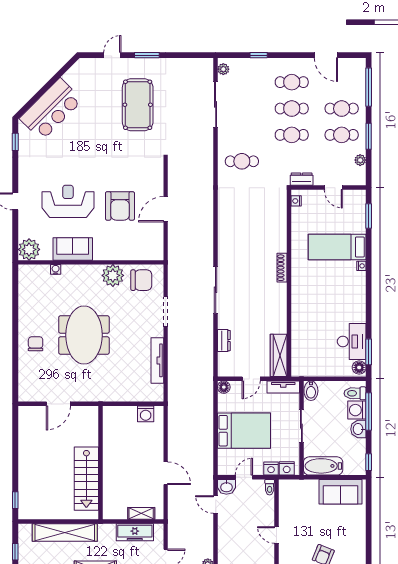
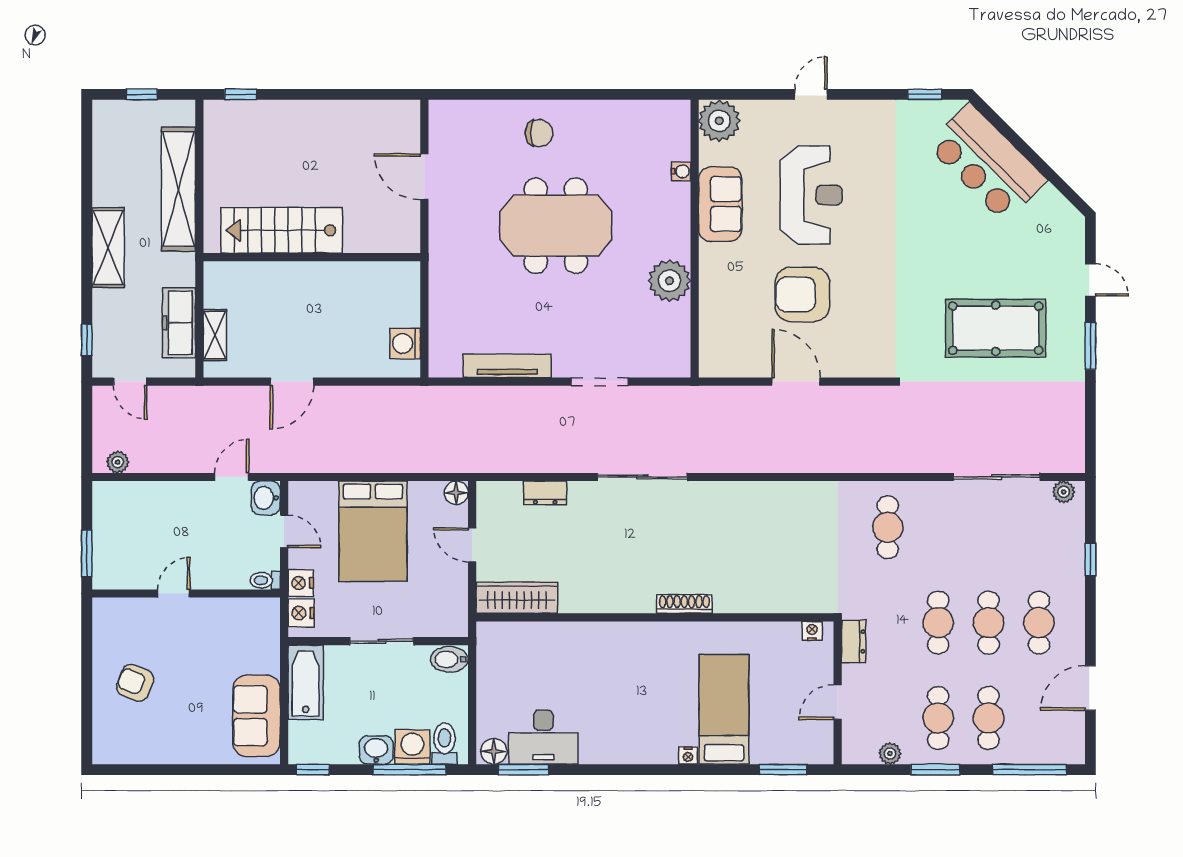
chair: (141, 280) -> (661, 335), removed
tv unit: (283, 387) -> (456, 606), removed

